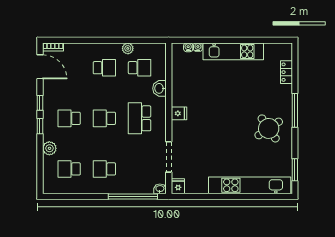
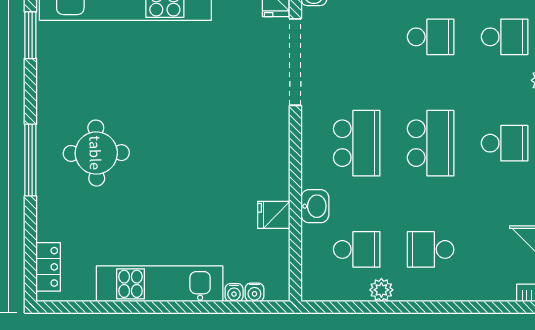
school desk: (140, 68) -> (357, 249), turned 180
locker: (286, 72) -> (48, 267), moved
fridge: (179, 113) -> (274, 215), moved
school desk: (104, 118) -> (431, 143), width x1.85
round table: (269, 128) -> (96, 153), moved, turned 33
doorway: (169, 157) -> (295, 62), width x1.36

